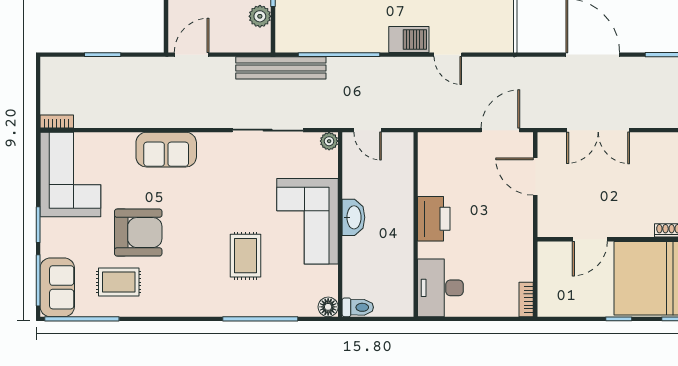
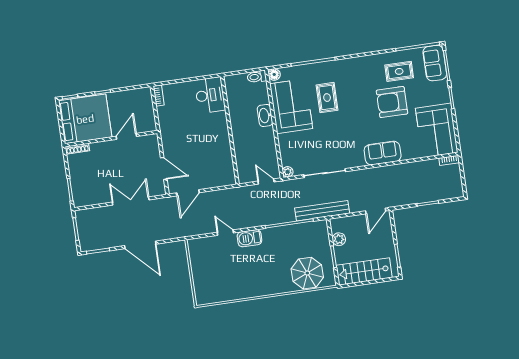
washbasin: (353, 217) -> (265, 115), moved
printer: (434, 219) -> (220, 135), removed
corner sofa: (307, 221) -> (291, 106), moved

